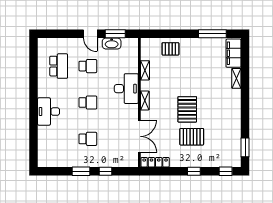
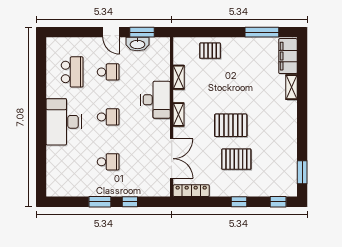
pallet: (187, 109) -> (231, 125), turned 90
desk: (49, 112) -> (64, 122), width x1.36, depth x1.30

